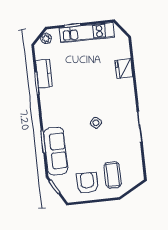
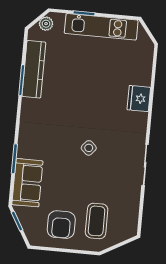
fridge: (124, 69) -> (139, 99), moved
kitchen counter: (44, 74) -> (34, 69), width x1.50
sofa: (56, 151) -> (27, 183), width x0.73
armchair: (87, 183) -> (61, 225), turned 180

